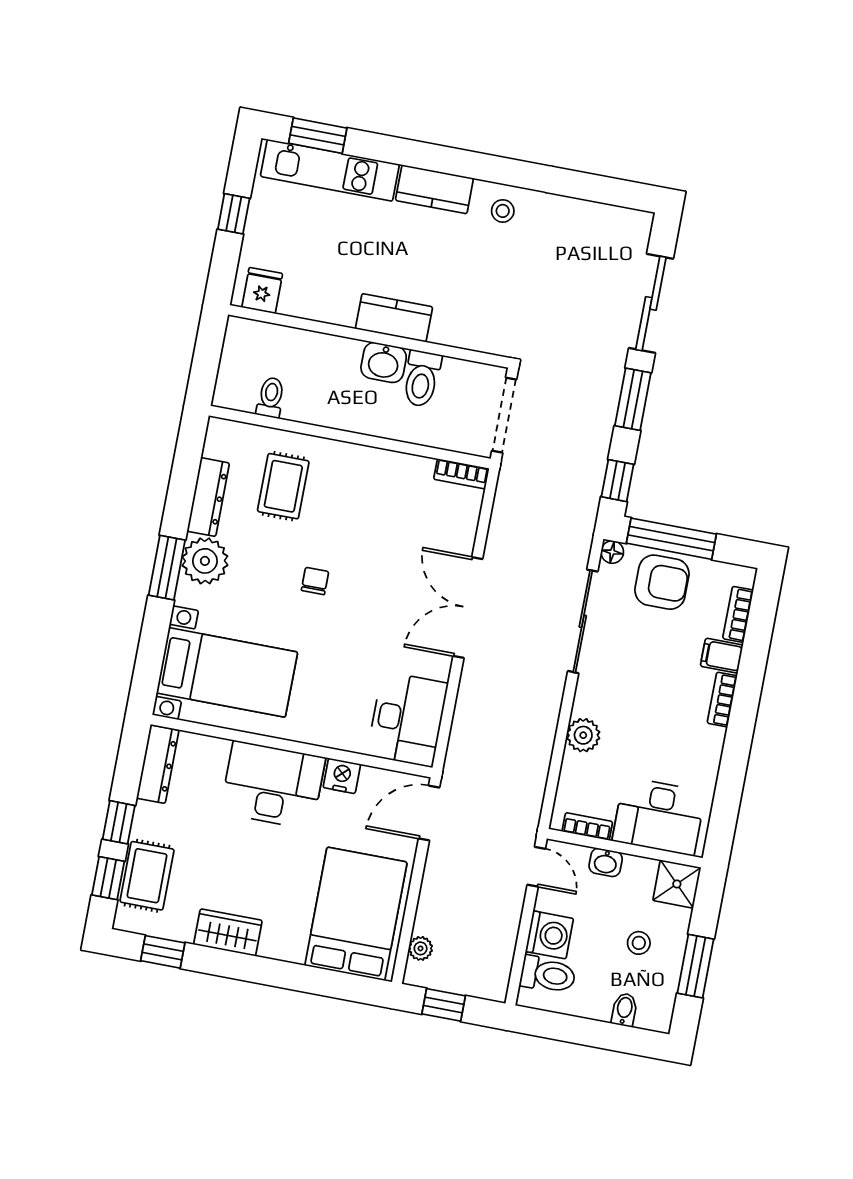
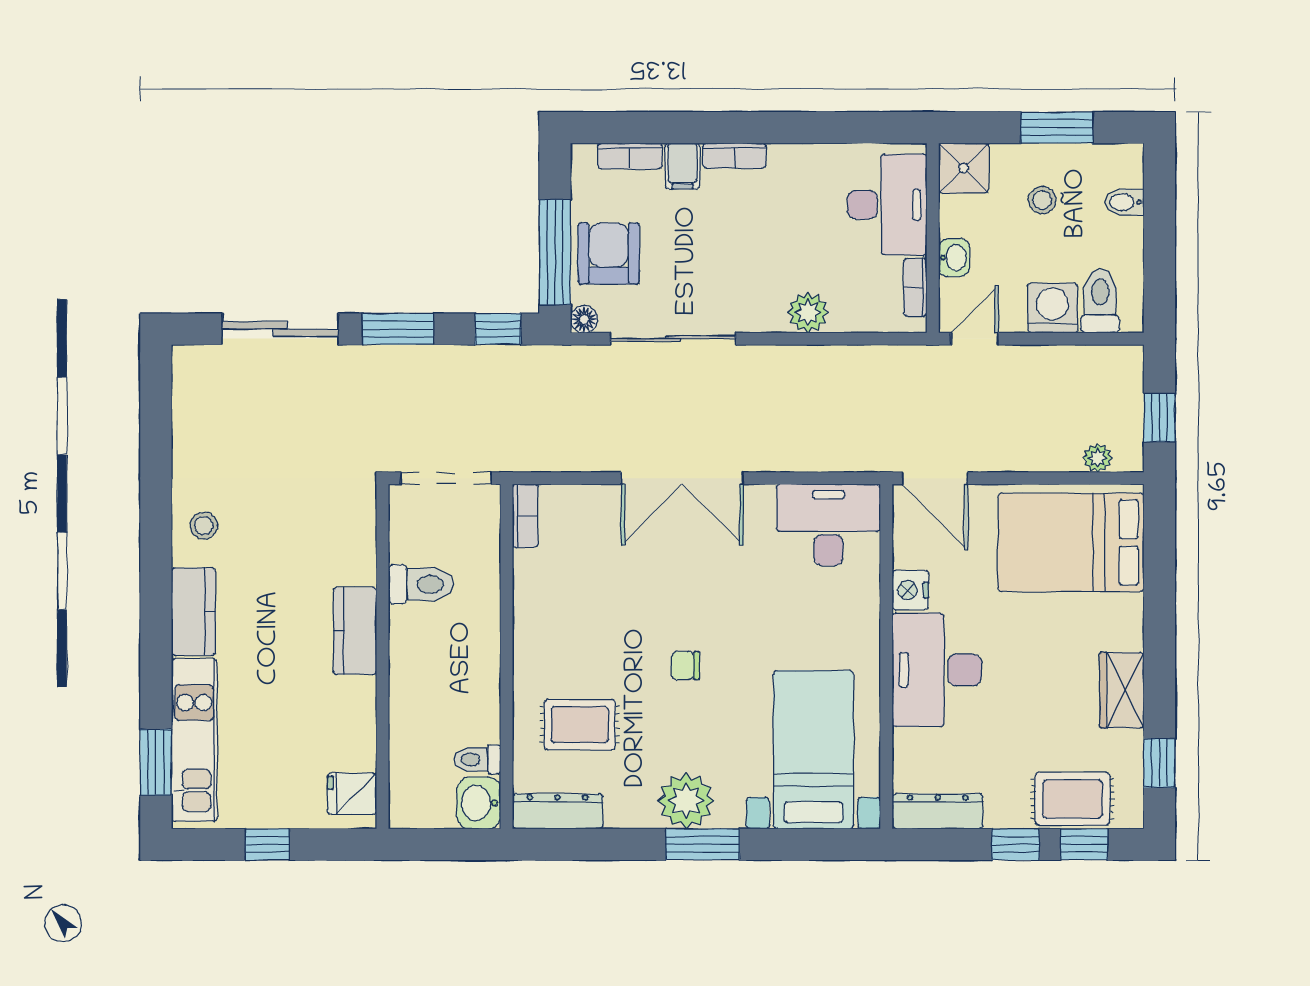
washbasin: (384, 362) -> (479, 803), moved, turned 180
dresser: (208, 497) -> (558, 811), moved

